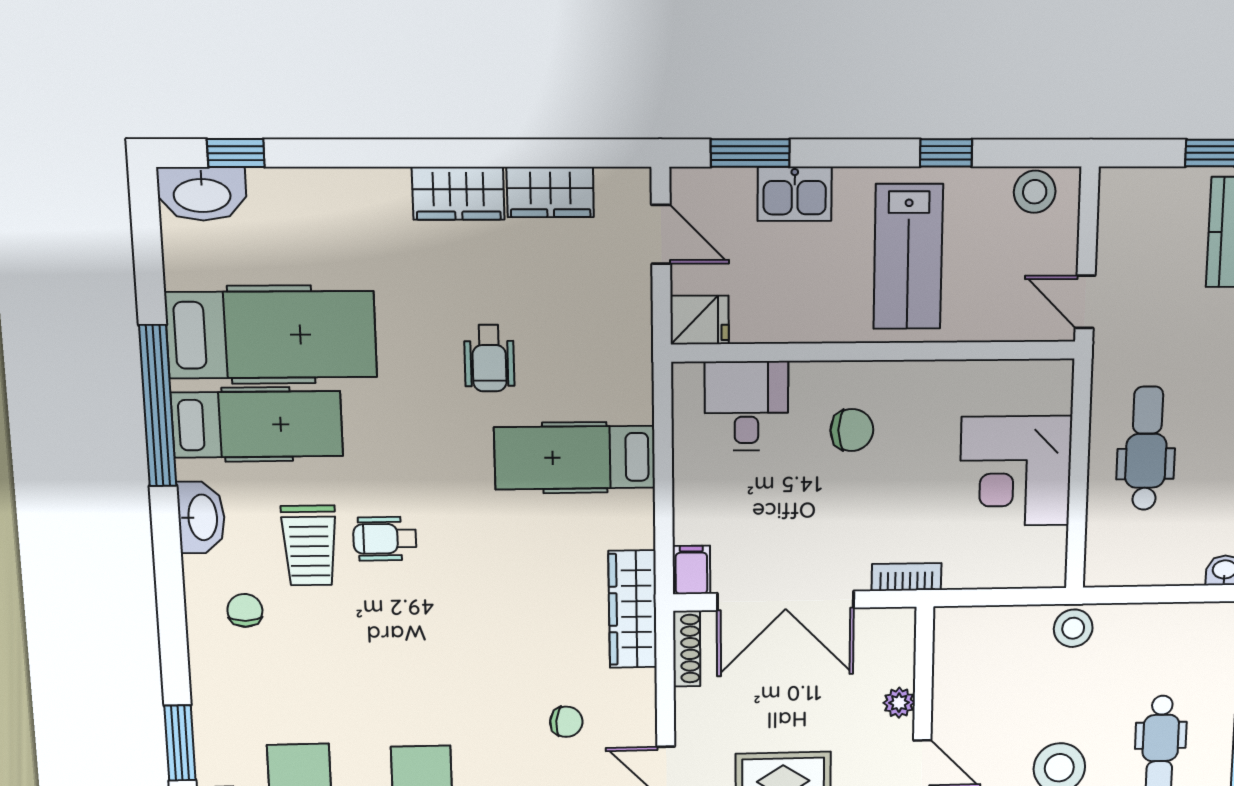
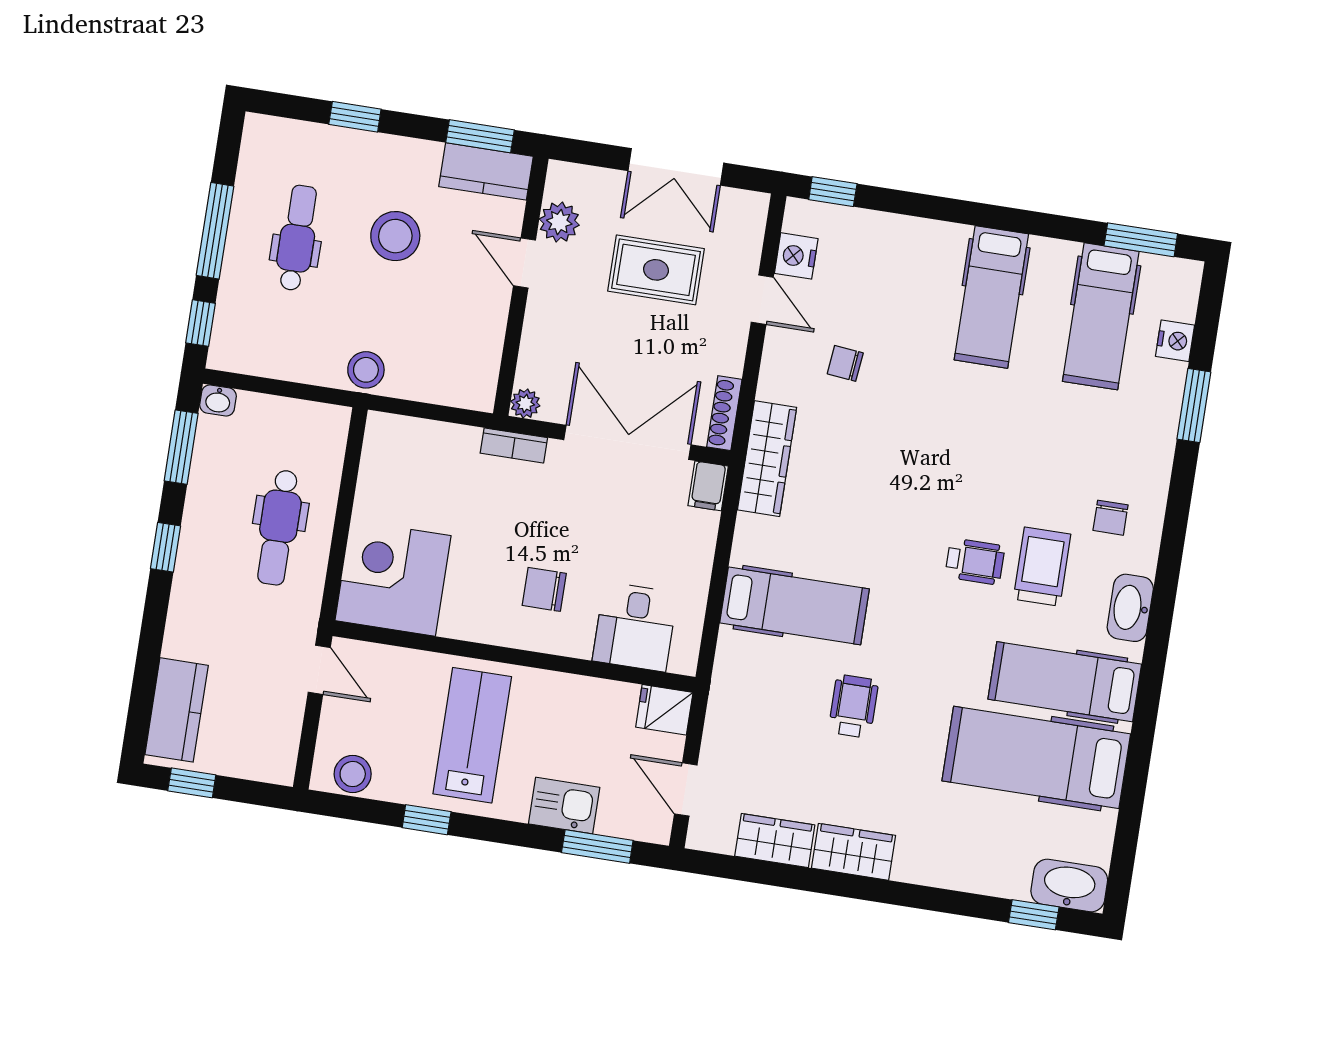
window: (158, 406) -> (1146, 712), removed
corner desk: (1016, 471) -> (393, 578), moved, turned -90
plant: (899, 703) -> (525, 403), moved

